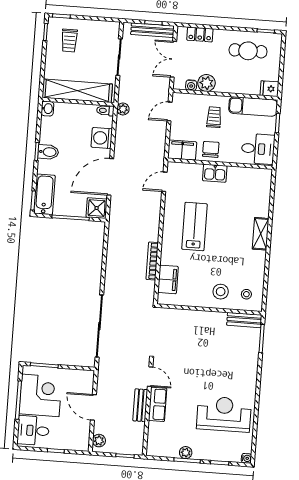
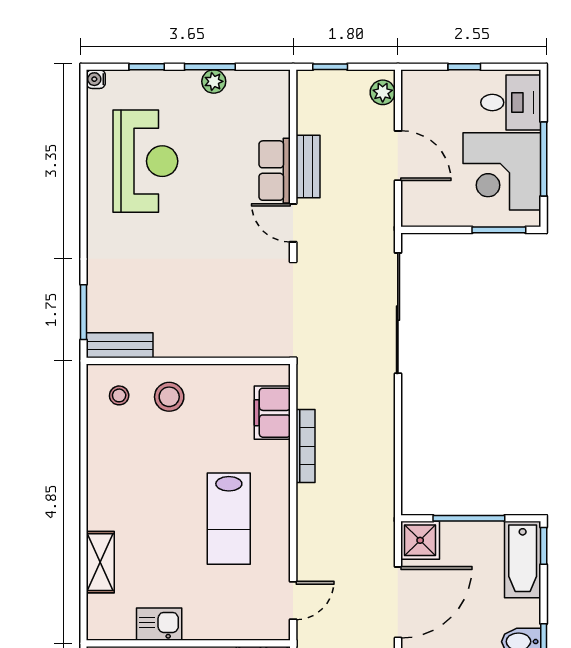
kitchen sink: (215, 173) -> (159, 624), moved
shelving: (261, 234) -> (100, 562), moved
reception desk: (224, 414) -> (145, 161), turned -90

